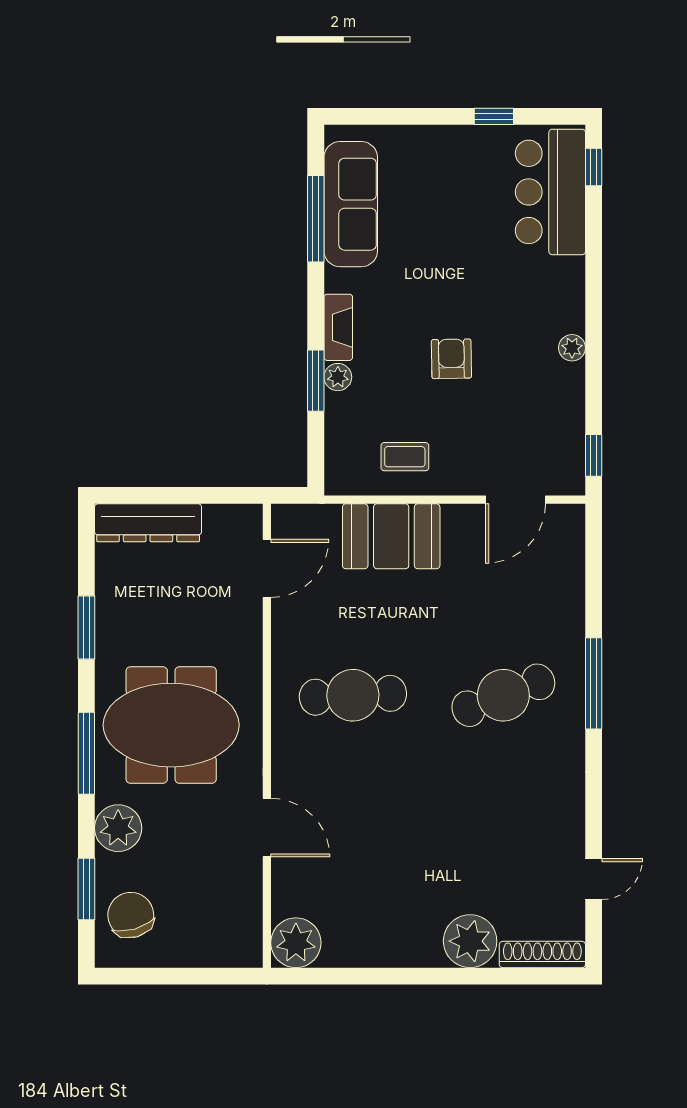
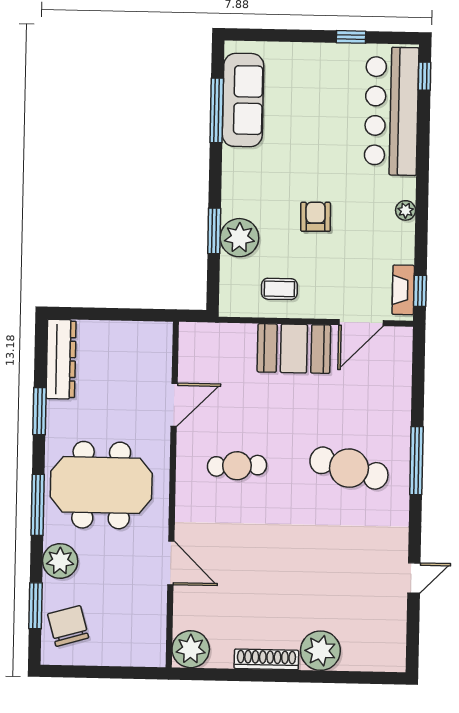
bar counter: (550, 192) -> (392, 111), width x1.36
fireplace: (338, 327) -> (403, 290), moved, turned 180
plant: (338, 377) -> (239, 238), width x1.88, depth x1.88
dresser: (148, 523) -> (61, 359), moved, turned -90
booth: (391, 536) -> (294, 349), moved
door: (267, 568) -> (174, 405), moved
cafe table: (353, 695) -> (237, 466), width x0.73, depth x0.74
cafe table: (503, 695) -> (349, 468), turned 36
door: (594, 879) -> (414, 578), moved
shoe rack: (542, 954) -> (266, 659), moved

